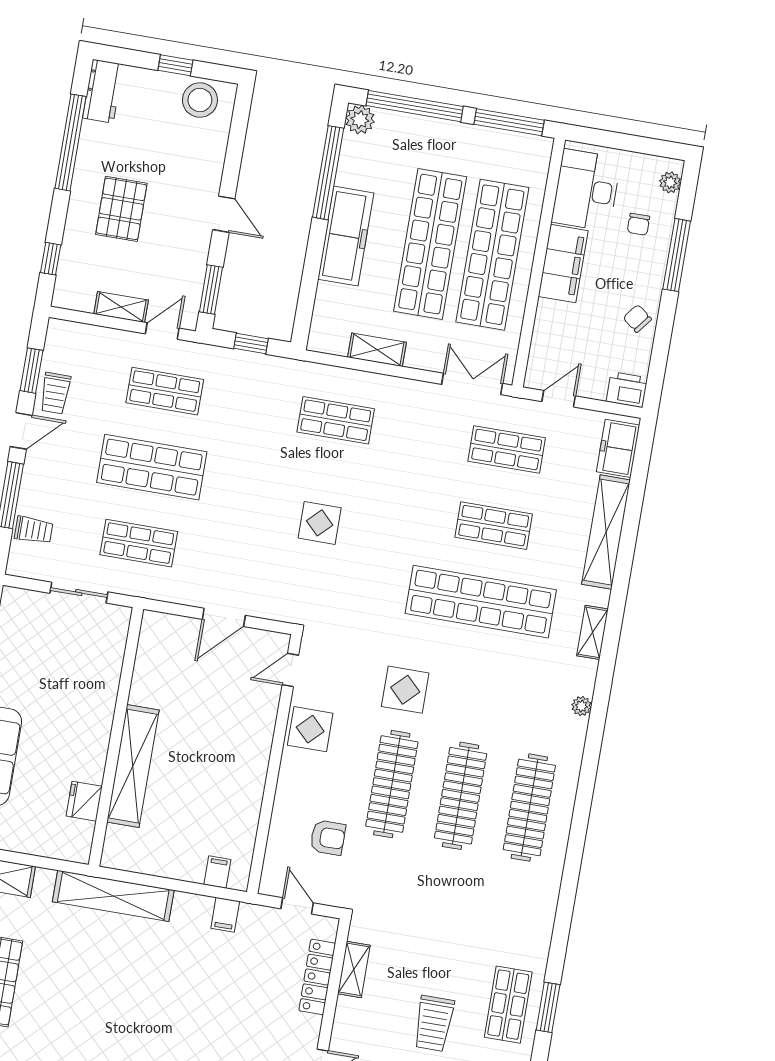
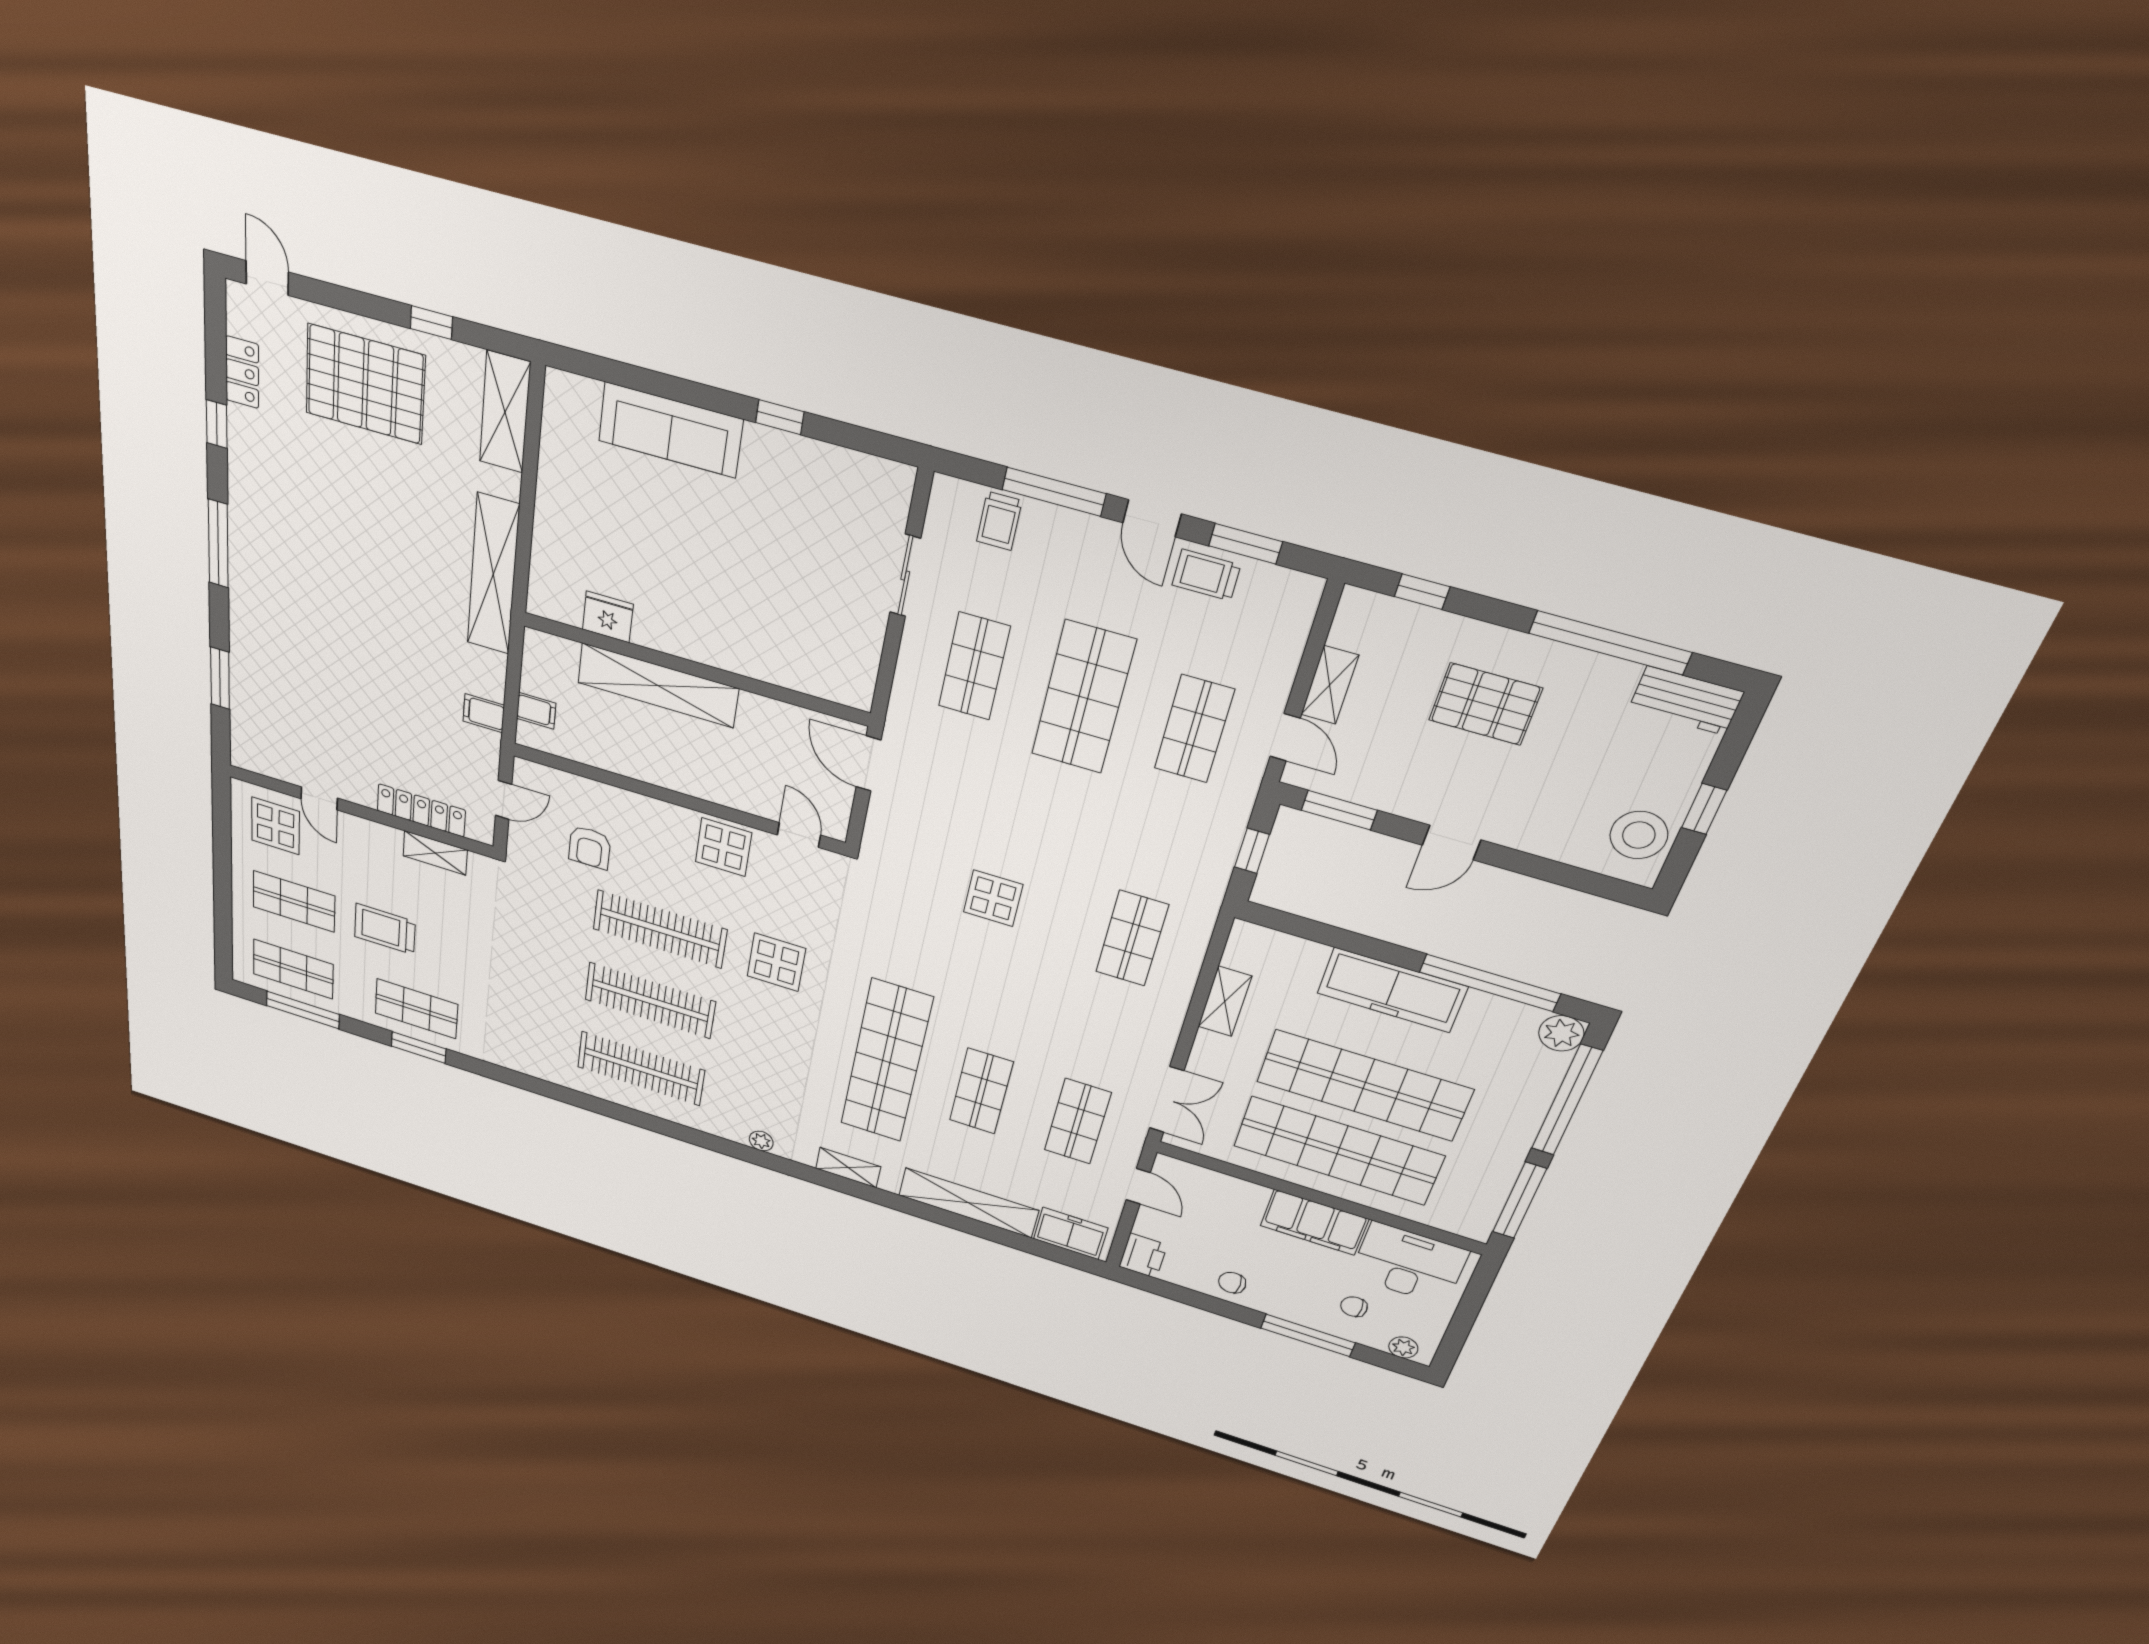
chair: (637, 318) -> (1232, 1283), turned -128
wall: (116, 737) -> (695, 669), moved
shelving: (133, 766) -> (658, 685), moved
fridge: (84, 801) -> (608, 617), moved

